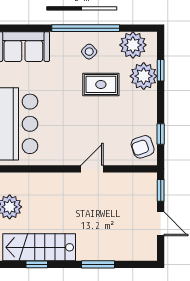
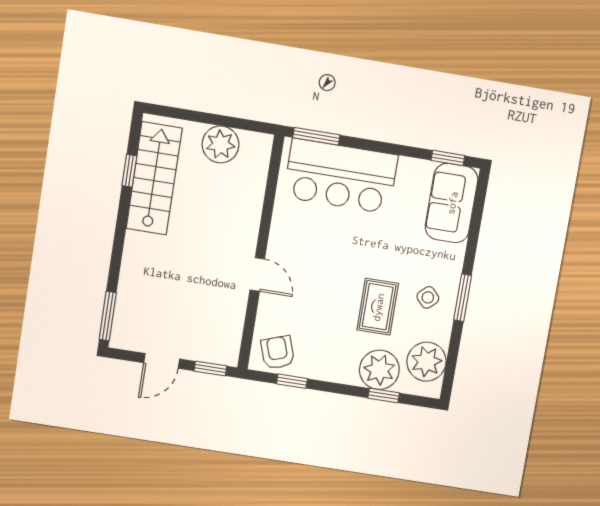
window: (86, 28) -> (463, 298), width x0.47
window: (98, 264) -> (108, 316), moved

